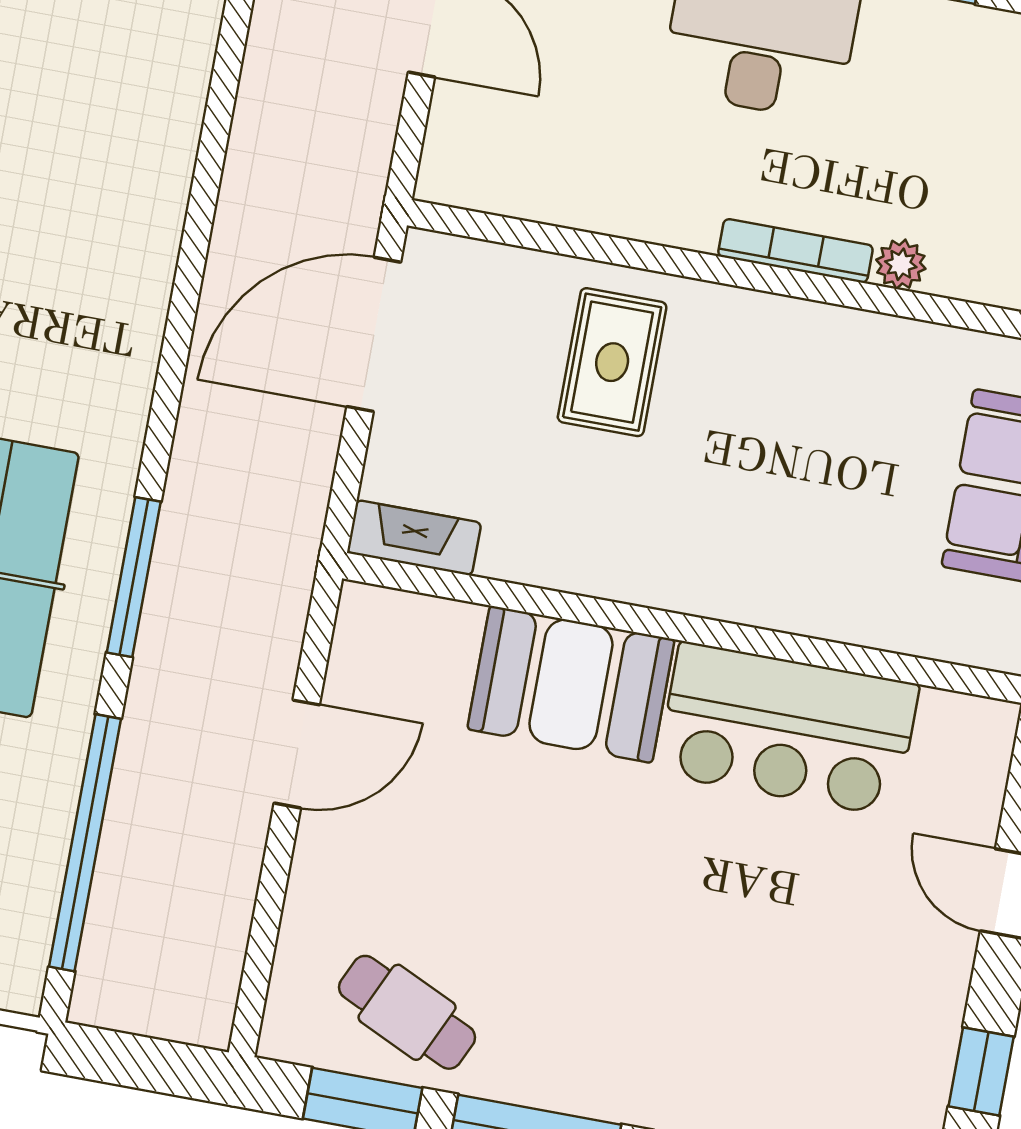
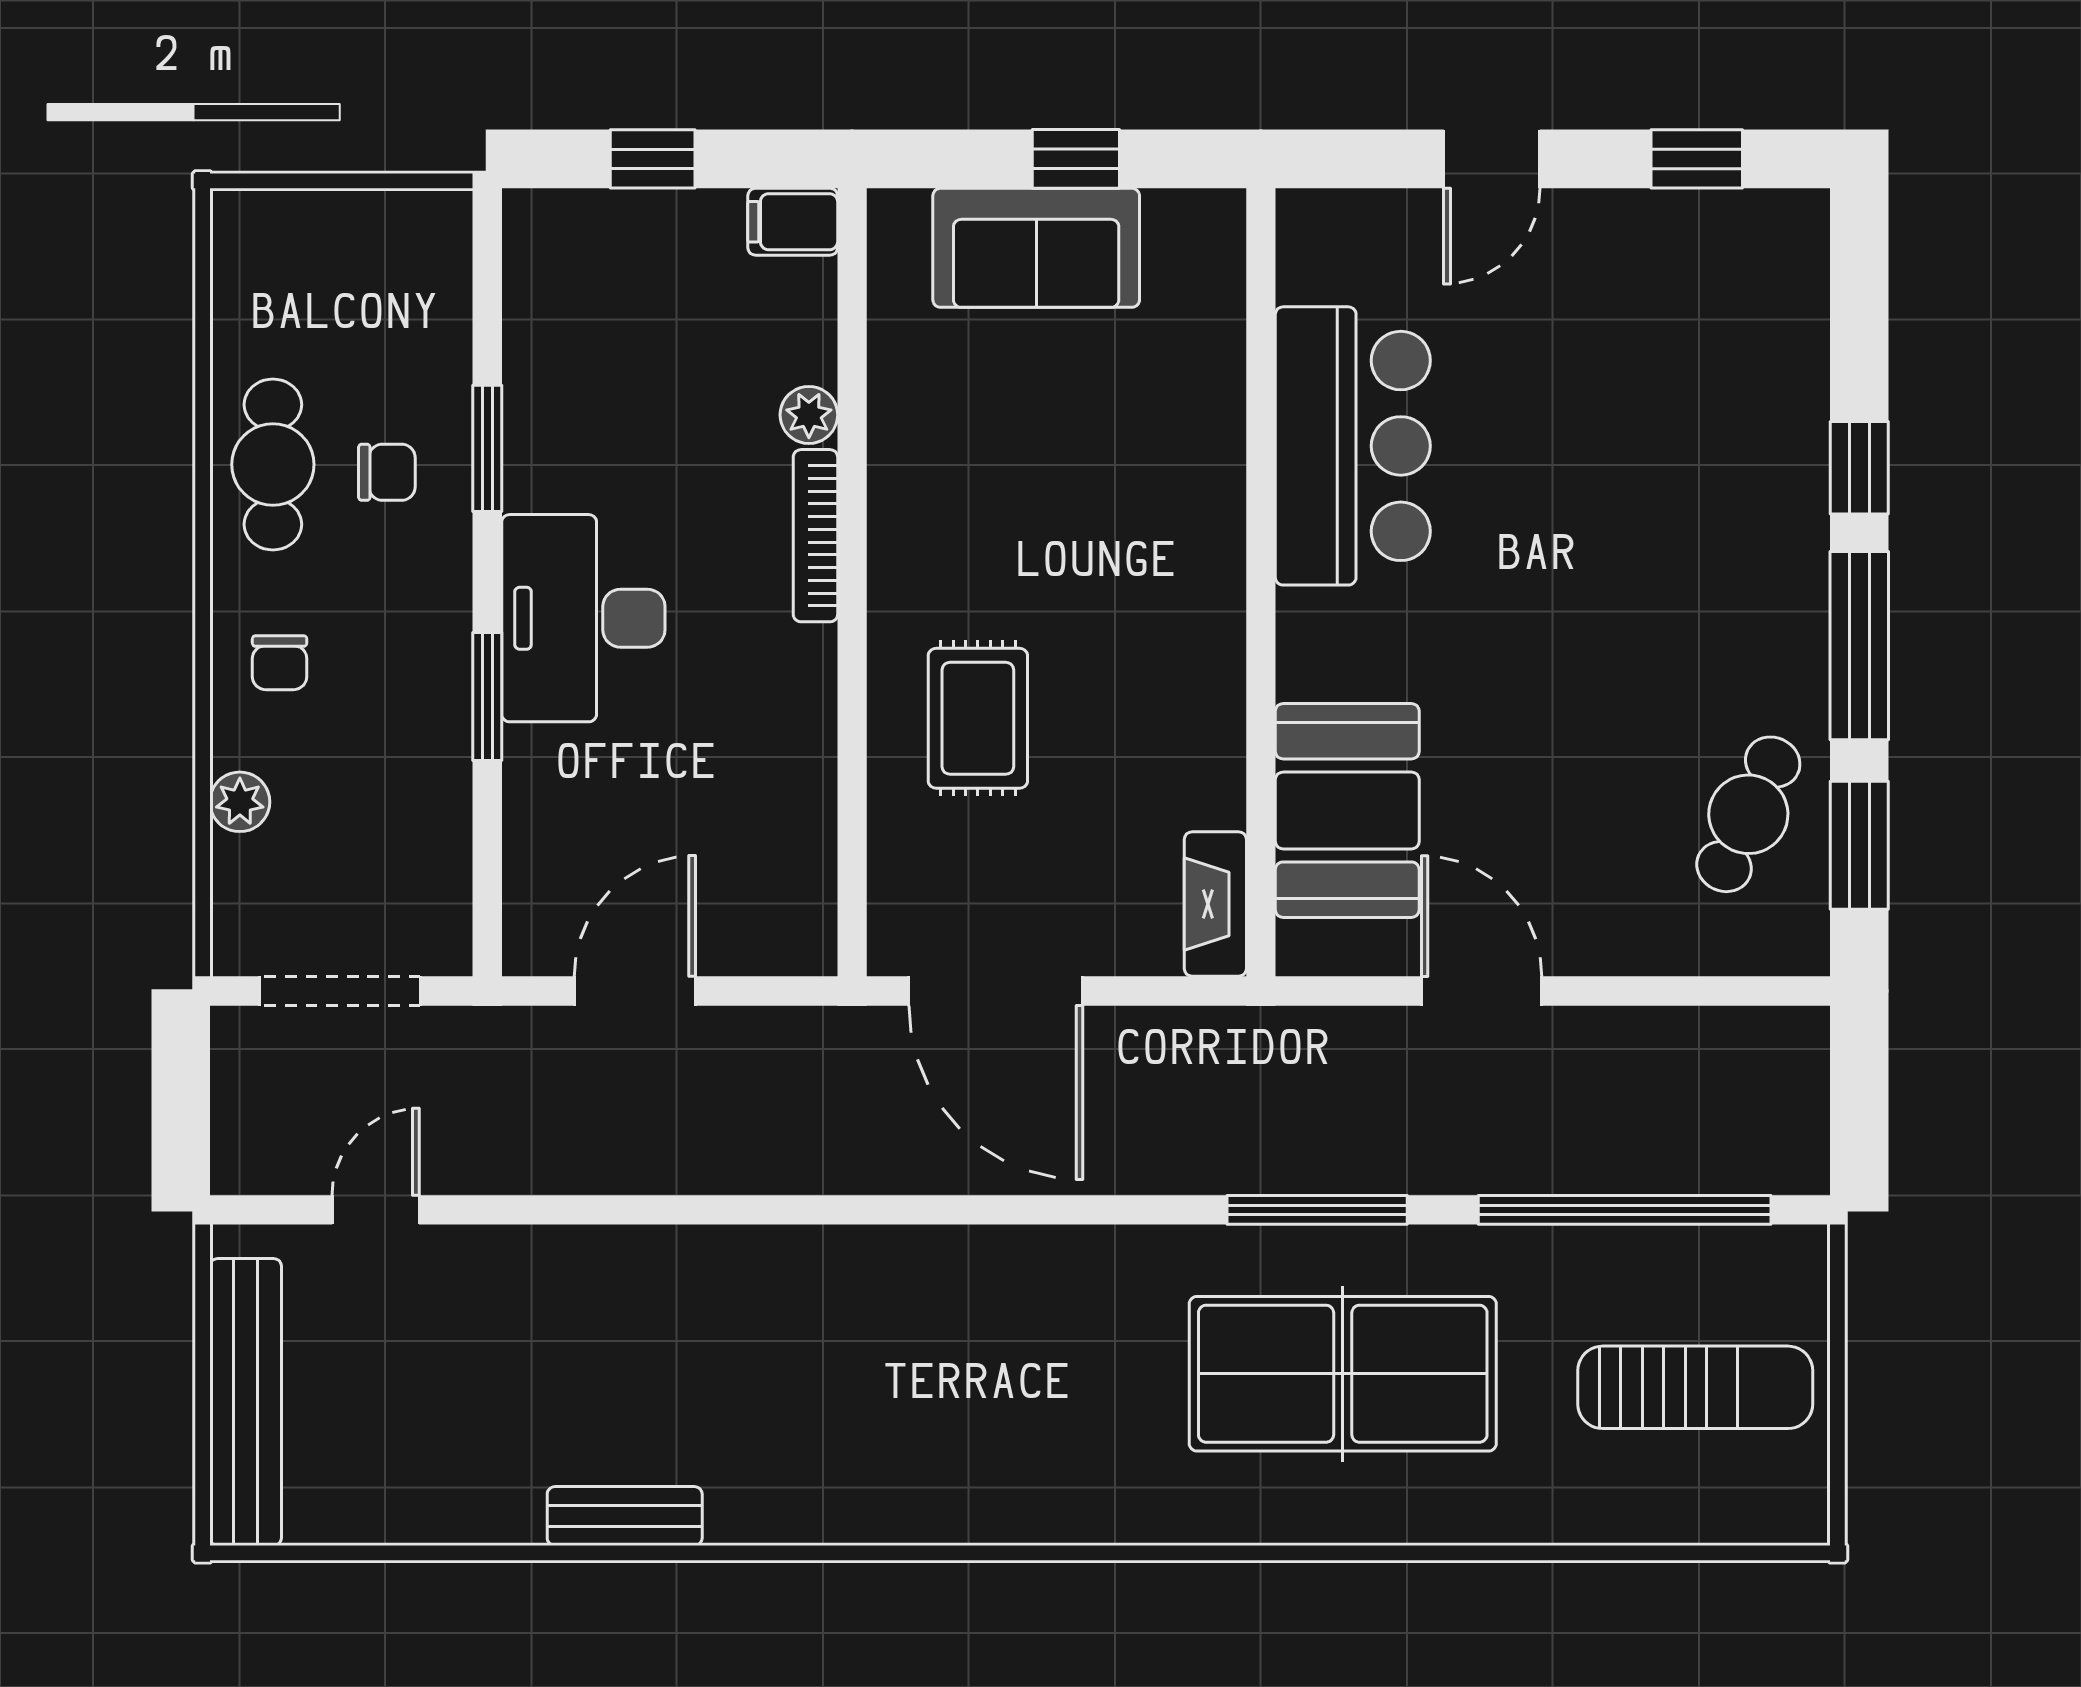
rug: (612, 362) -> (978, 718), turned 90
booth: (571, 684) -> (1347, 810), moved

